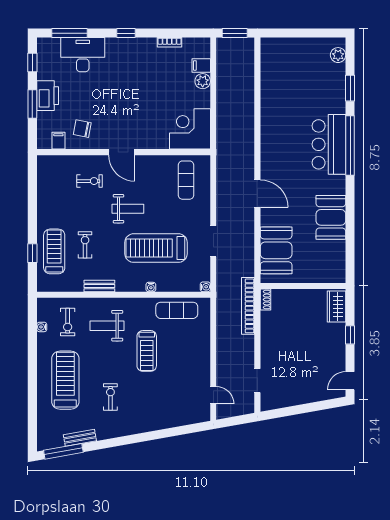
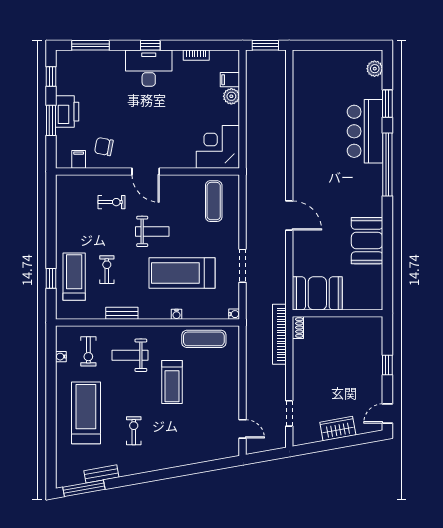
desk: (83, 55) -> (149, 68), moved
bar counter: (329, 144) -> (365, 131), moved
booth: (276, 250) -> (317, 293), moved, turned 90
wardrobe: (337, 306) -> (338, 429), moved, turned 80

